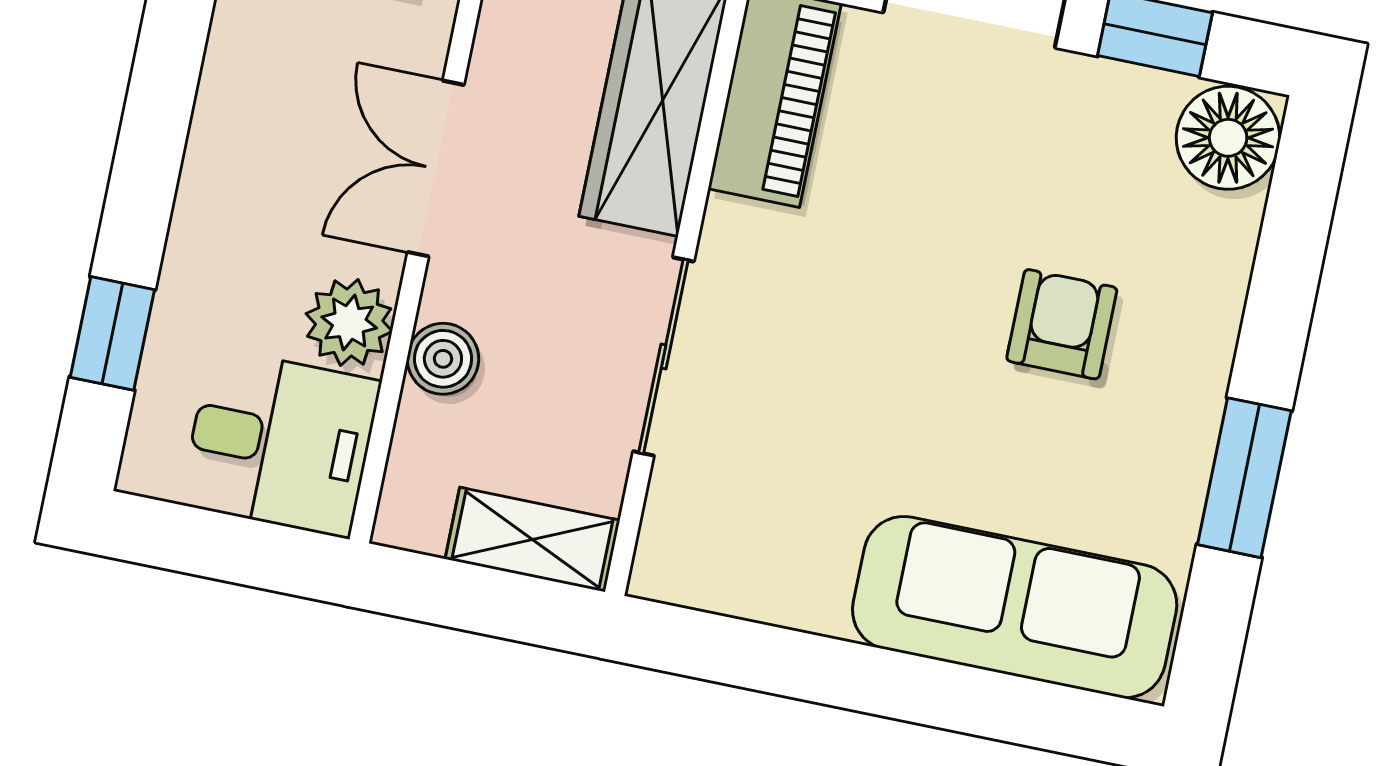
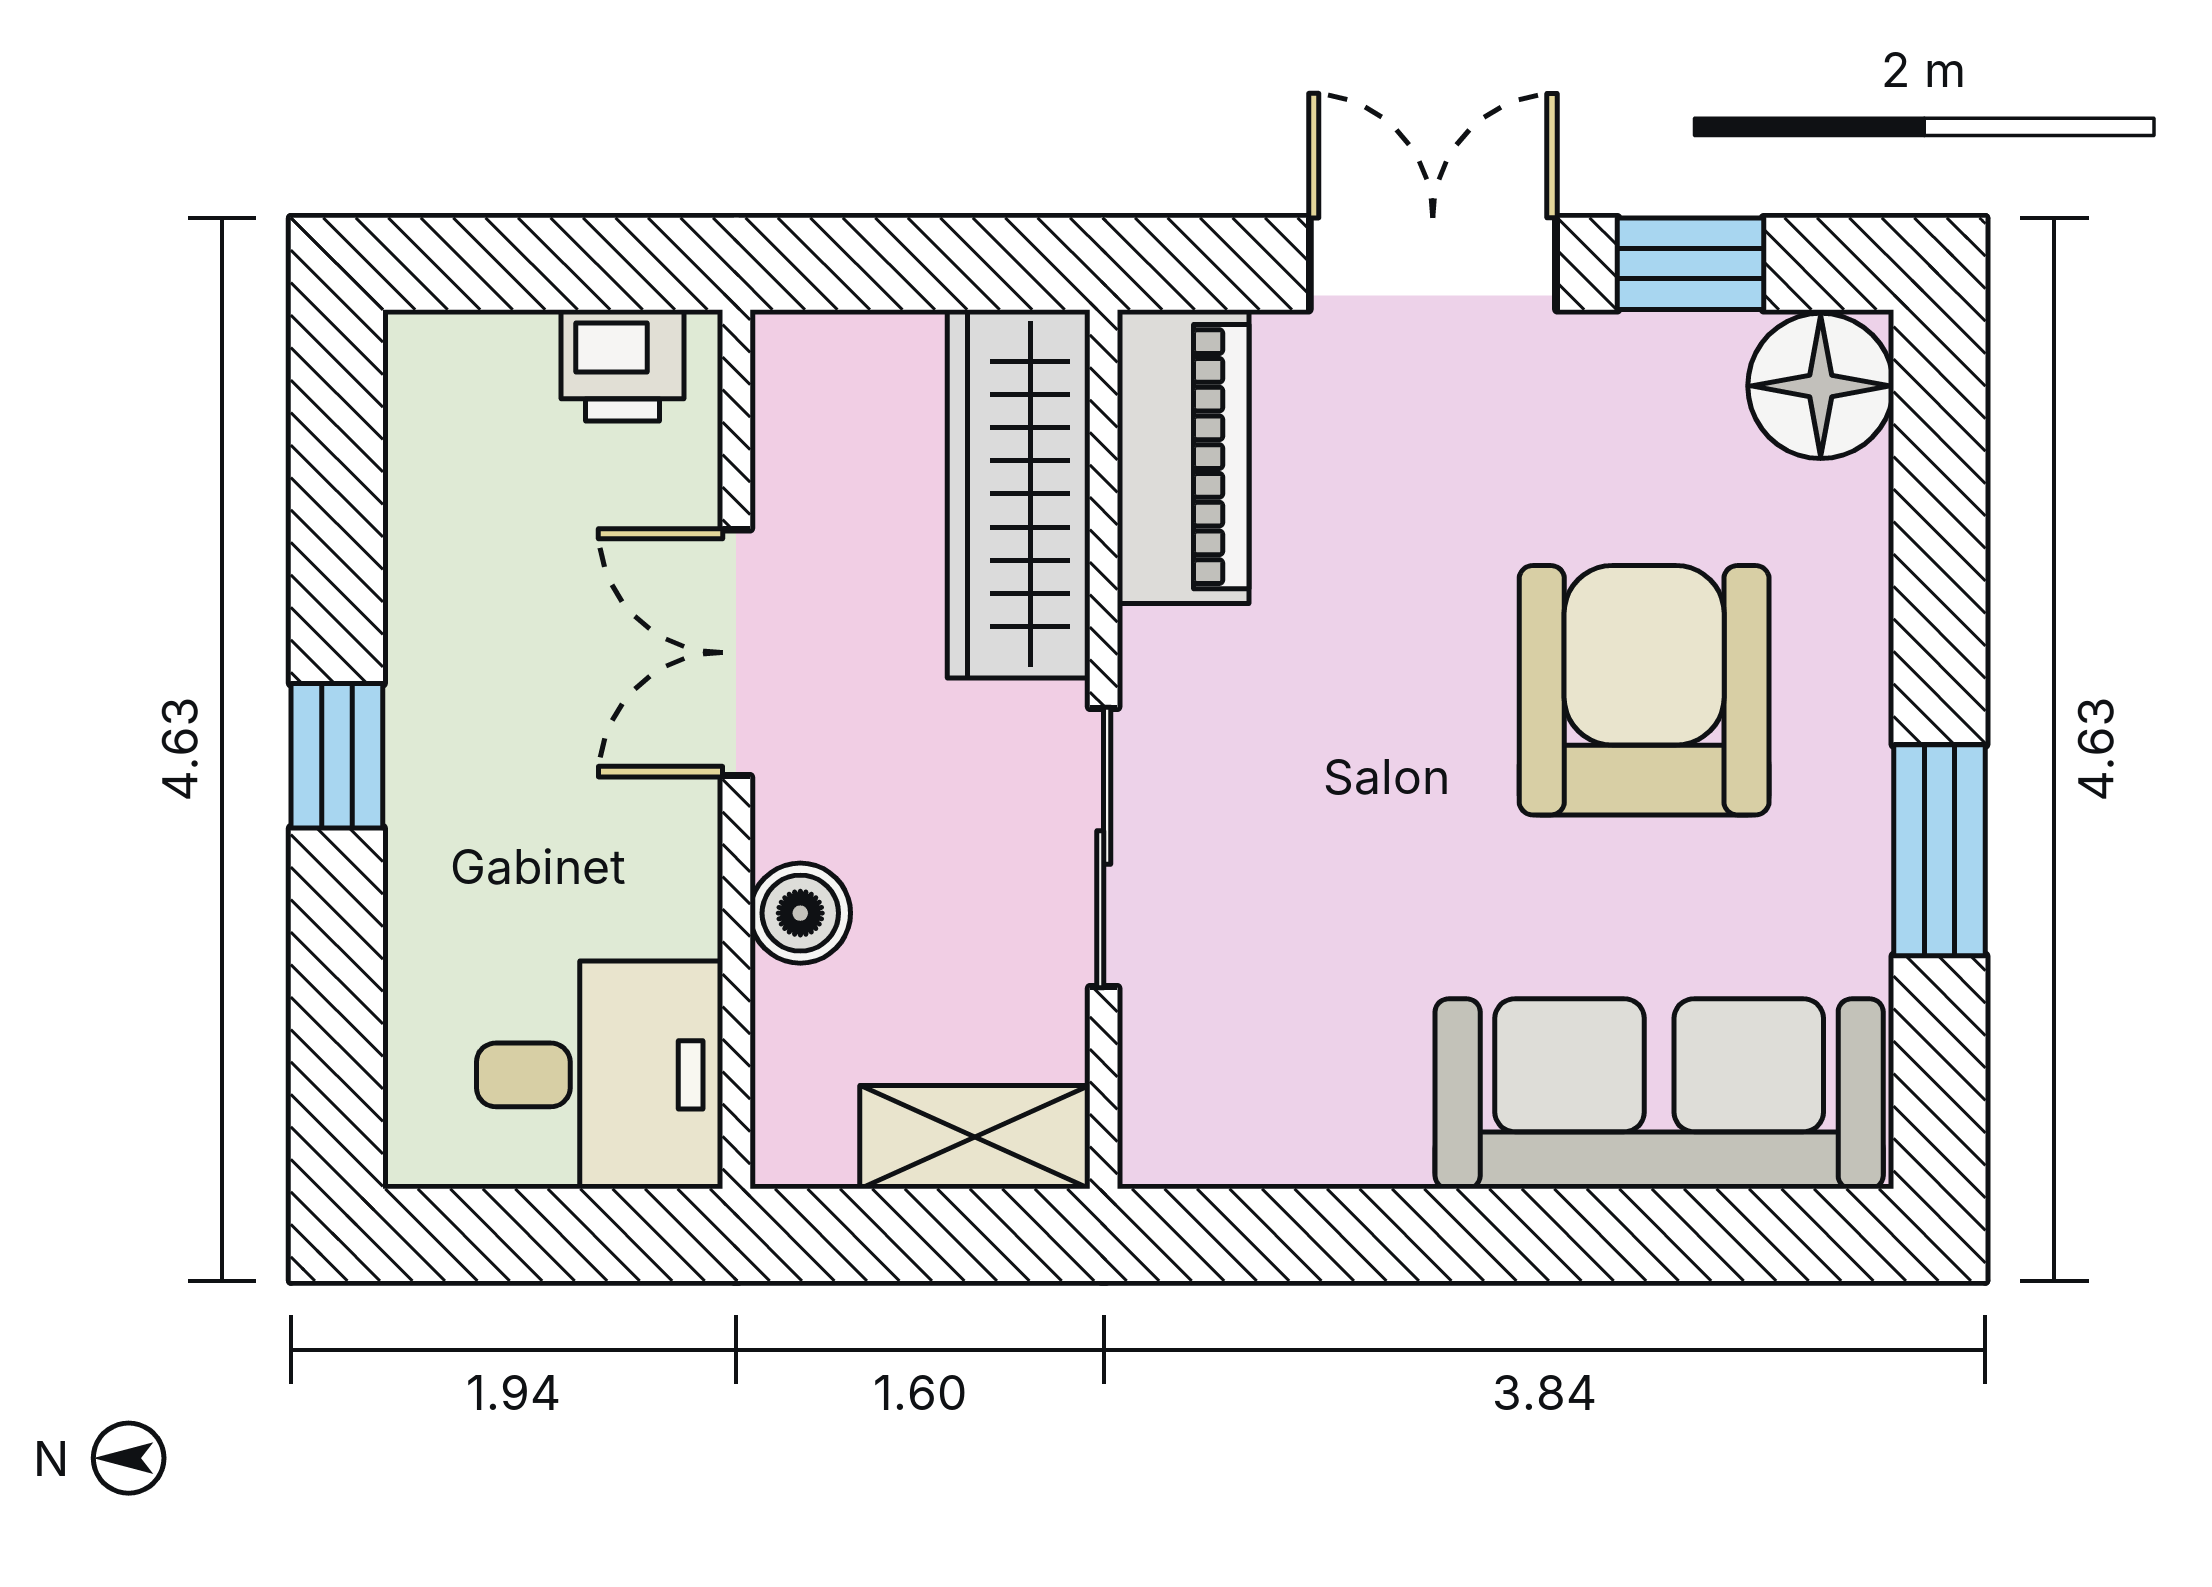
plant: (349, 323) -> (661, 890), removed
armchair: (1062, 324) -> (1644, 690), width x1.88, depth x1.88
window: (112, 333) -> (337, 756), moved

